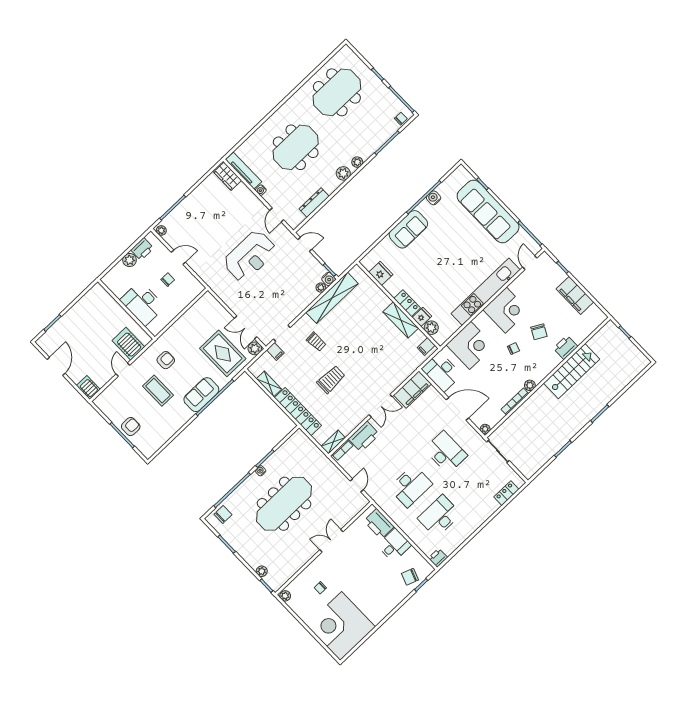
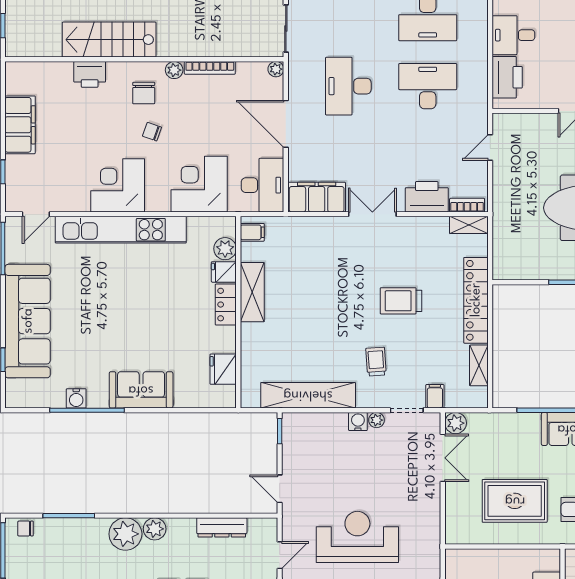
plant: (357, 162) -> (125, 534), width x1.88, depth x1.88
water cooler: (328, 279) -> (358, 422), moved
plant: (321, 288) -> (376, 420), moved
chair: (539, 332) -> (144, 93), moved, turned 152
rug: (223, 353) -> (515, 501), moved, turned 90

